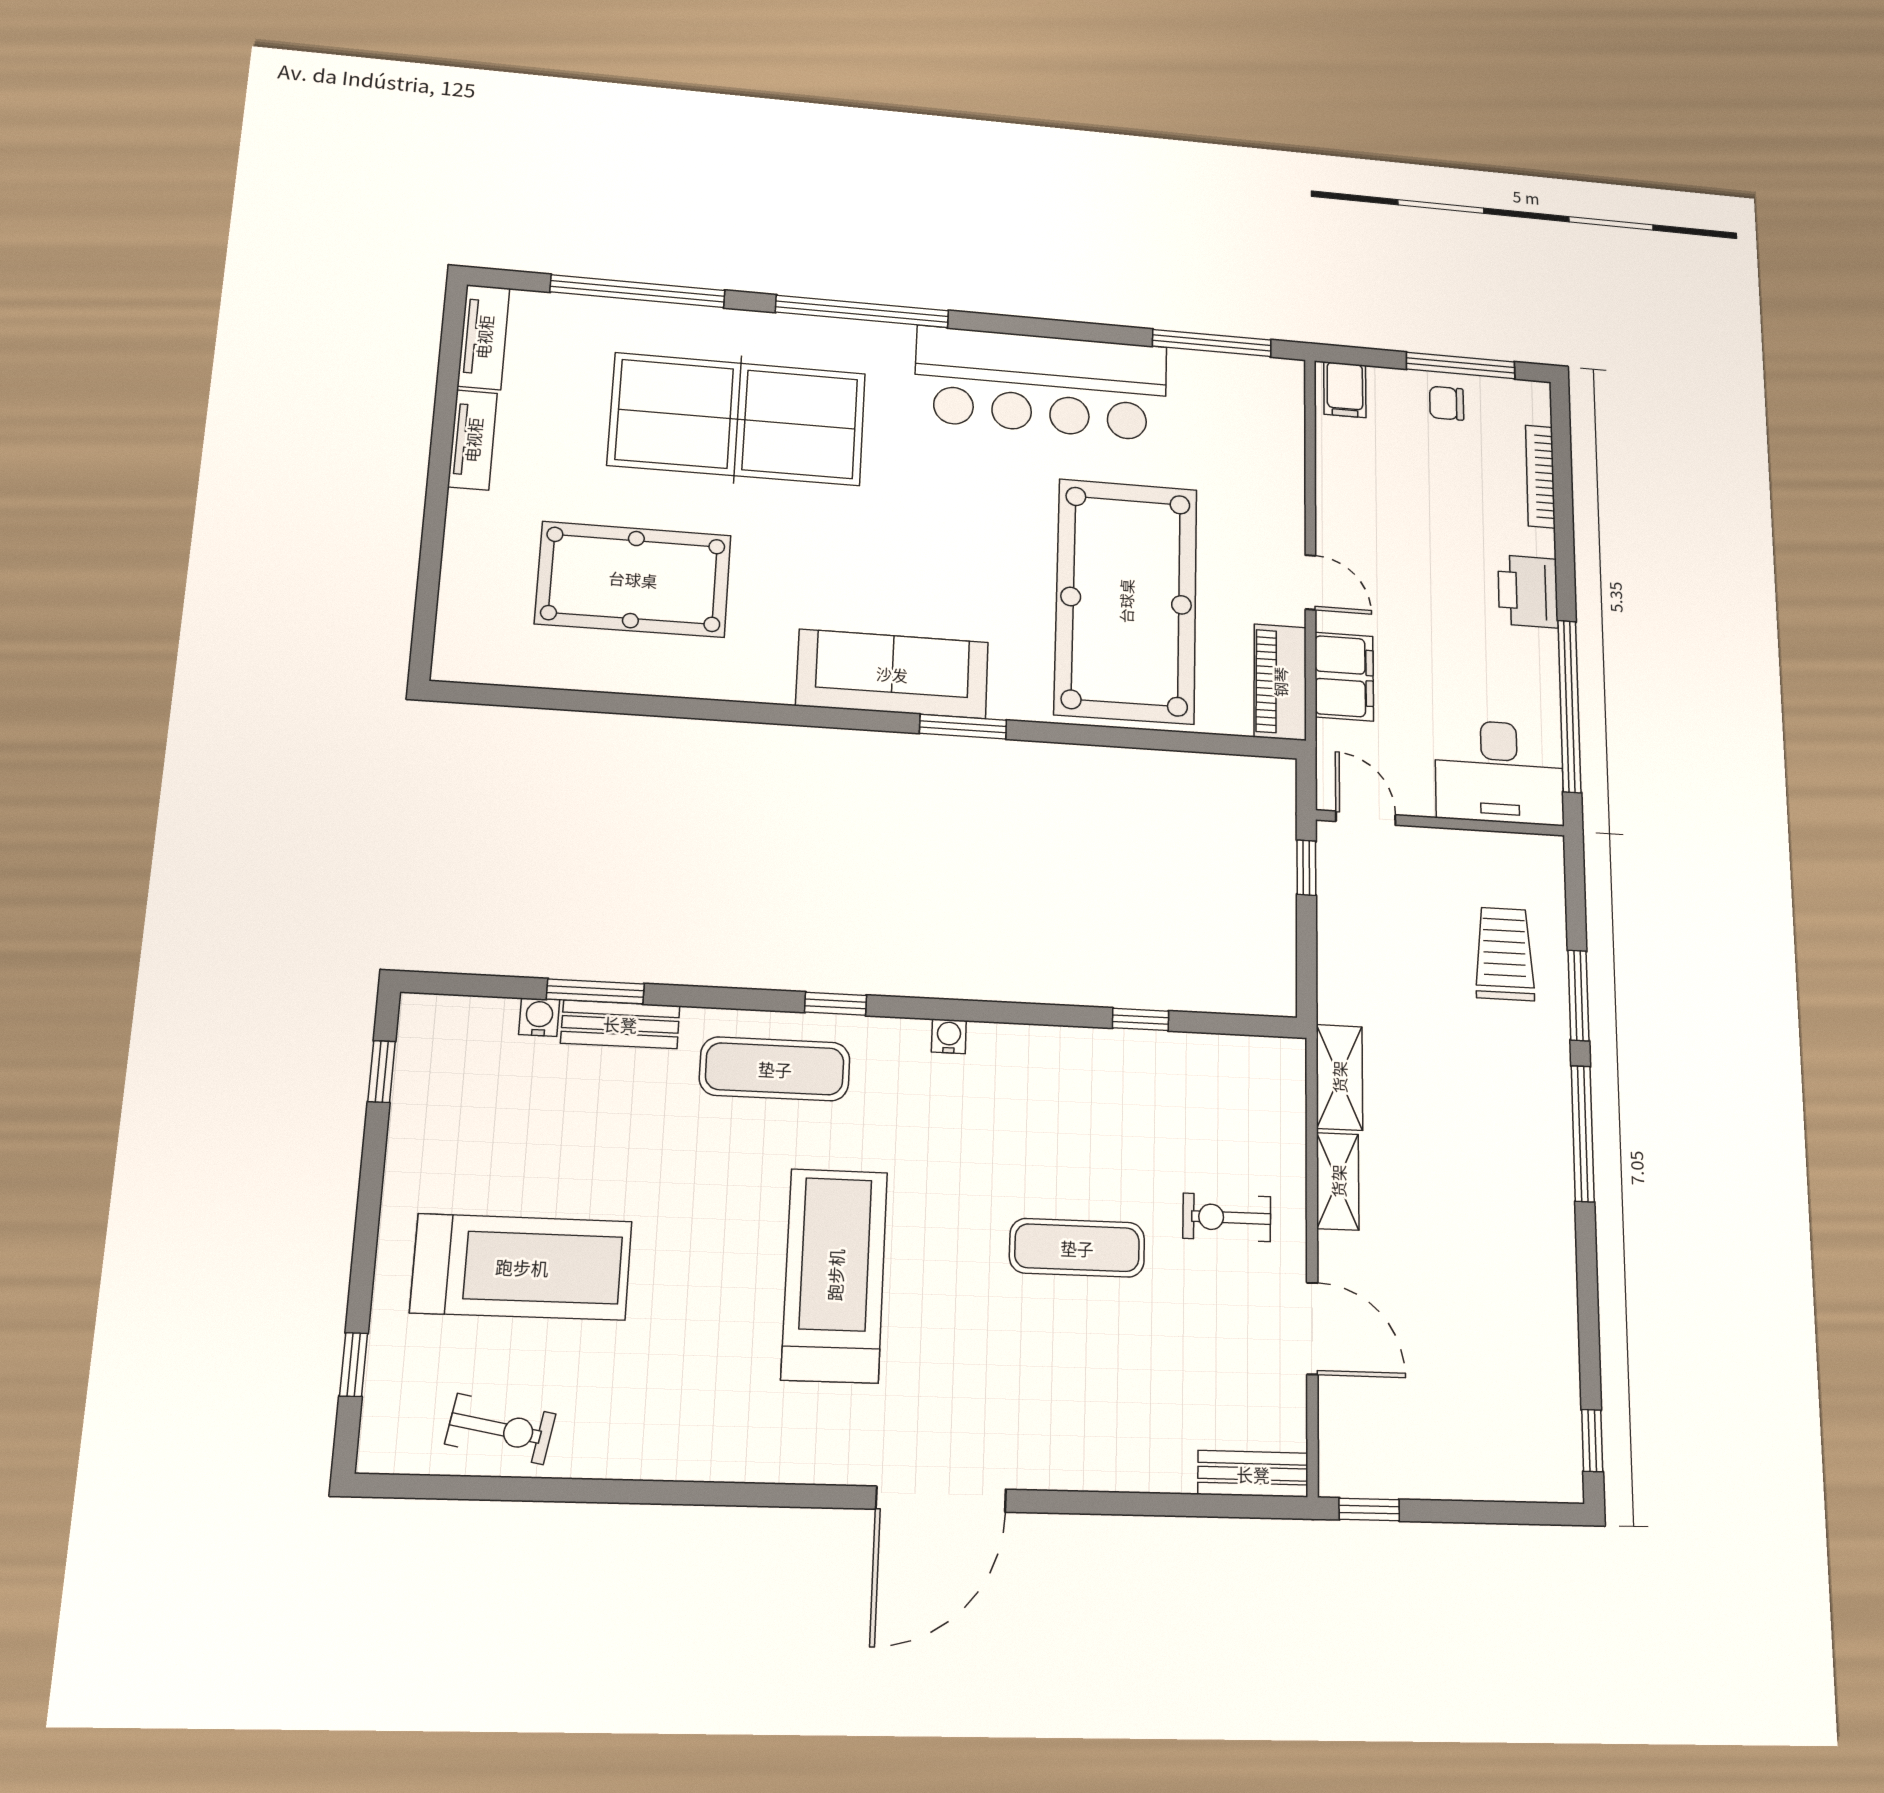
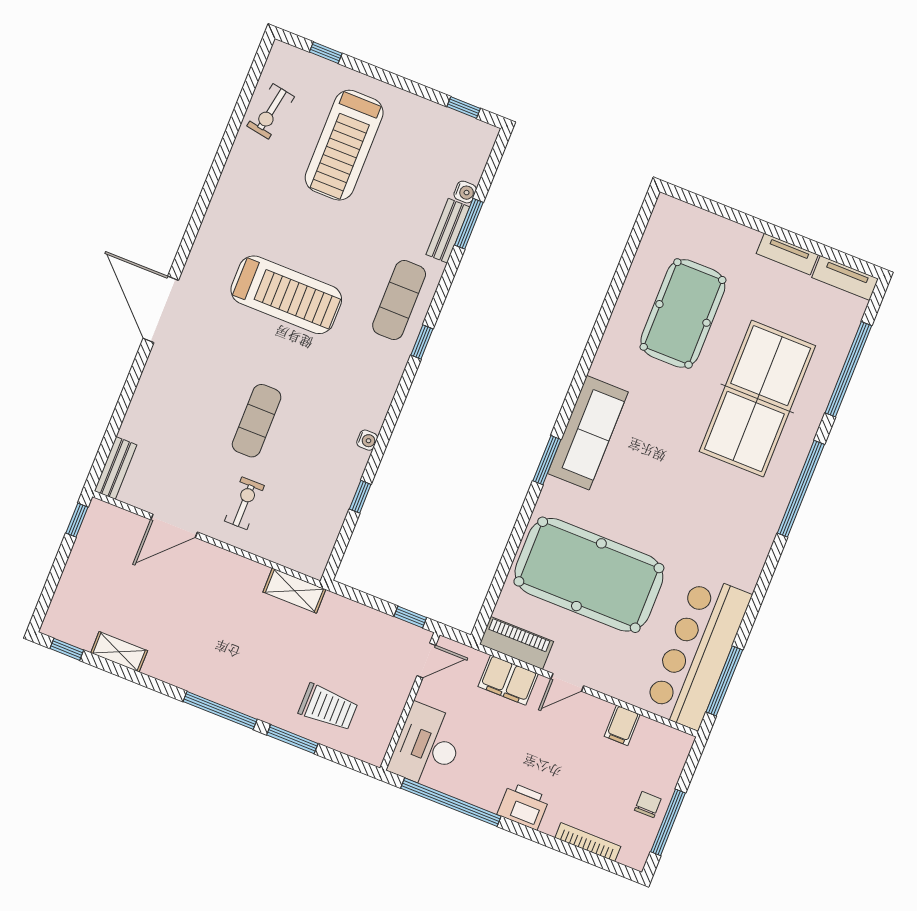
bar counter: (1041, 384) -> (698, 652), moved
filing cabinet: (1345, 390) -> (622, 725), moved, turned -90
water cooler: (949, 1036) -> (367, 440), moved
shelving: (1338, 1181) -> (119, 652), moved

